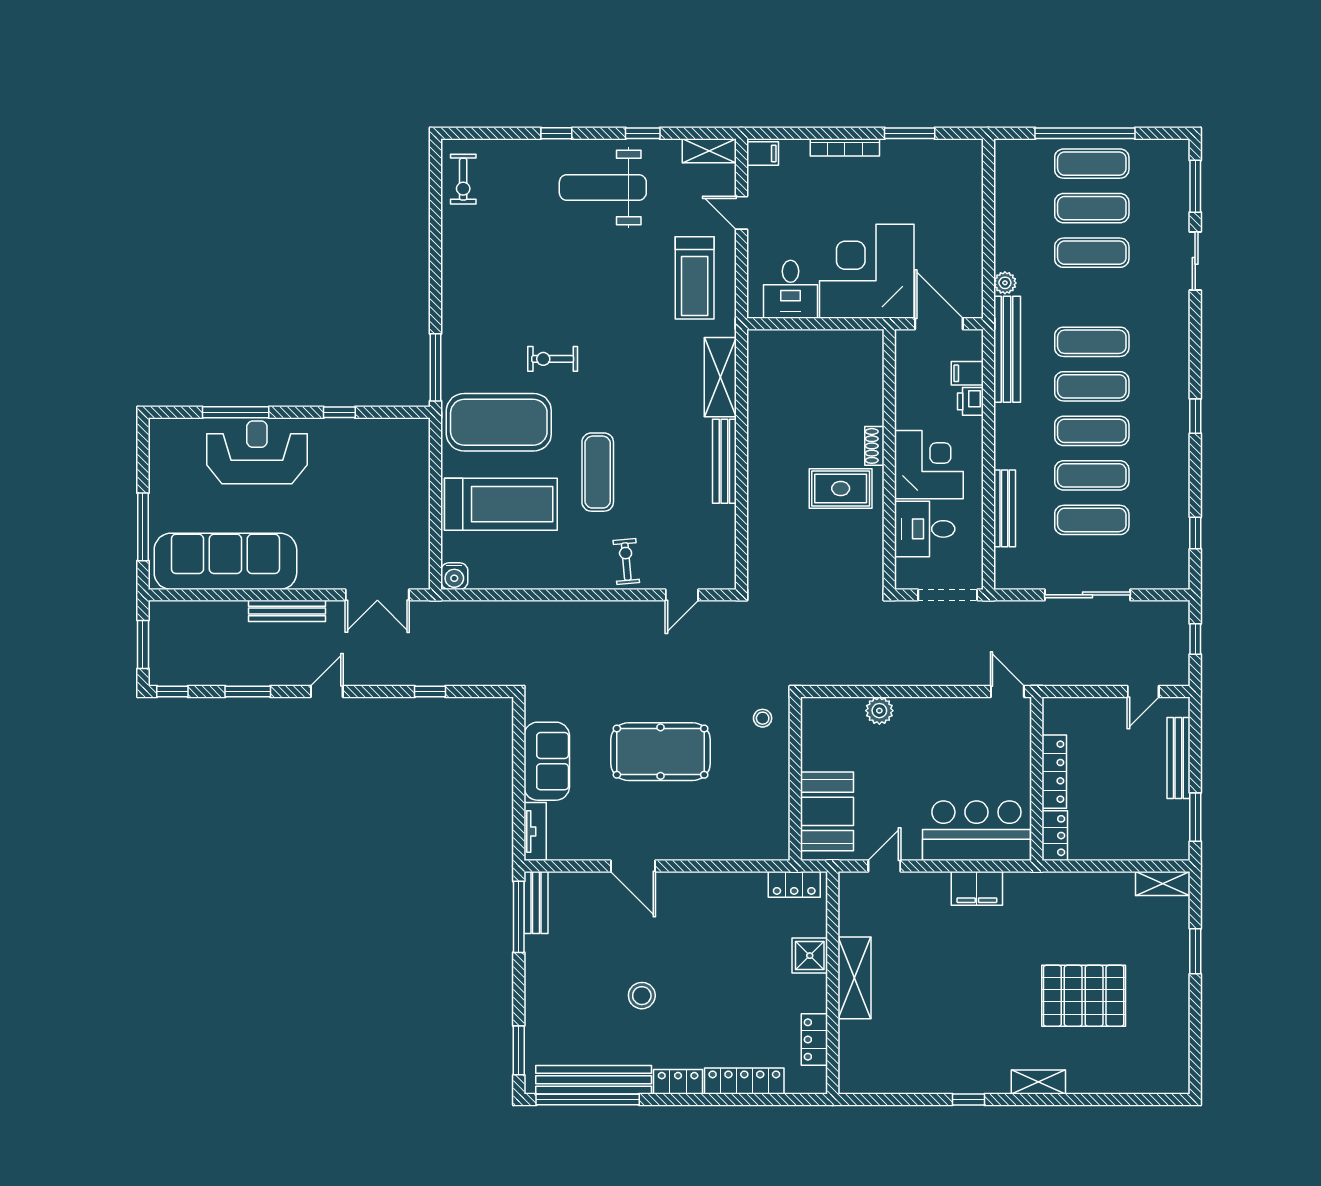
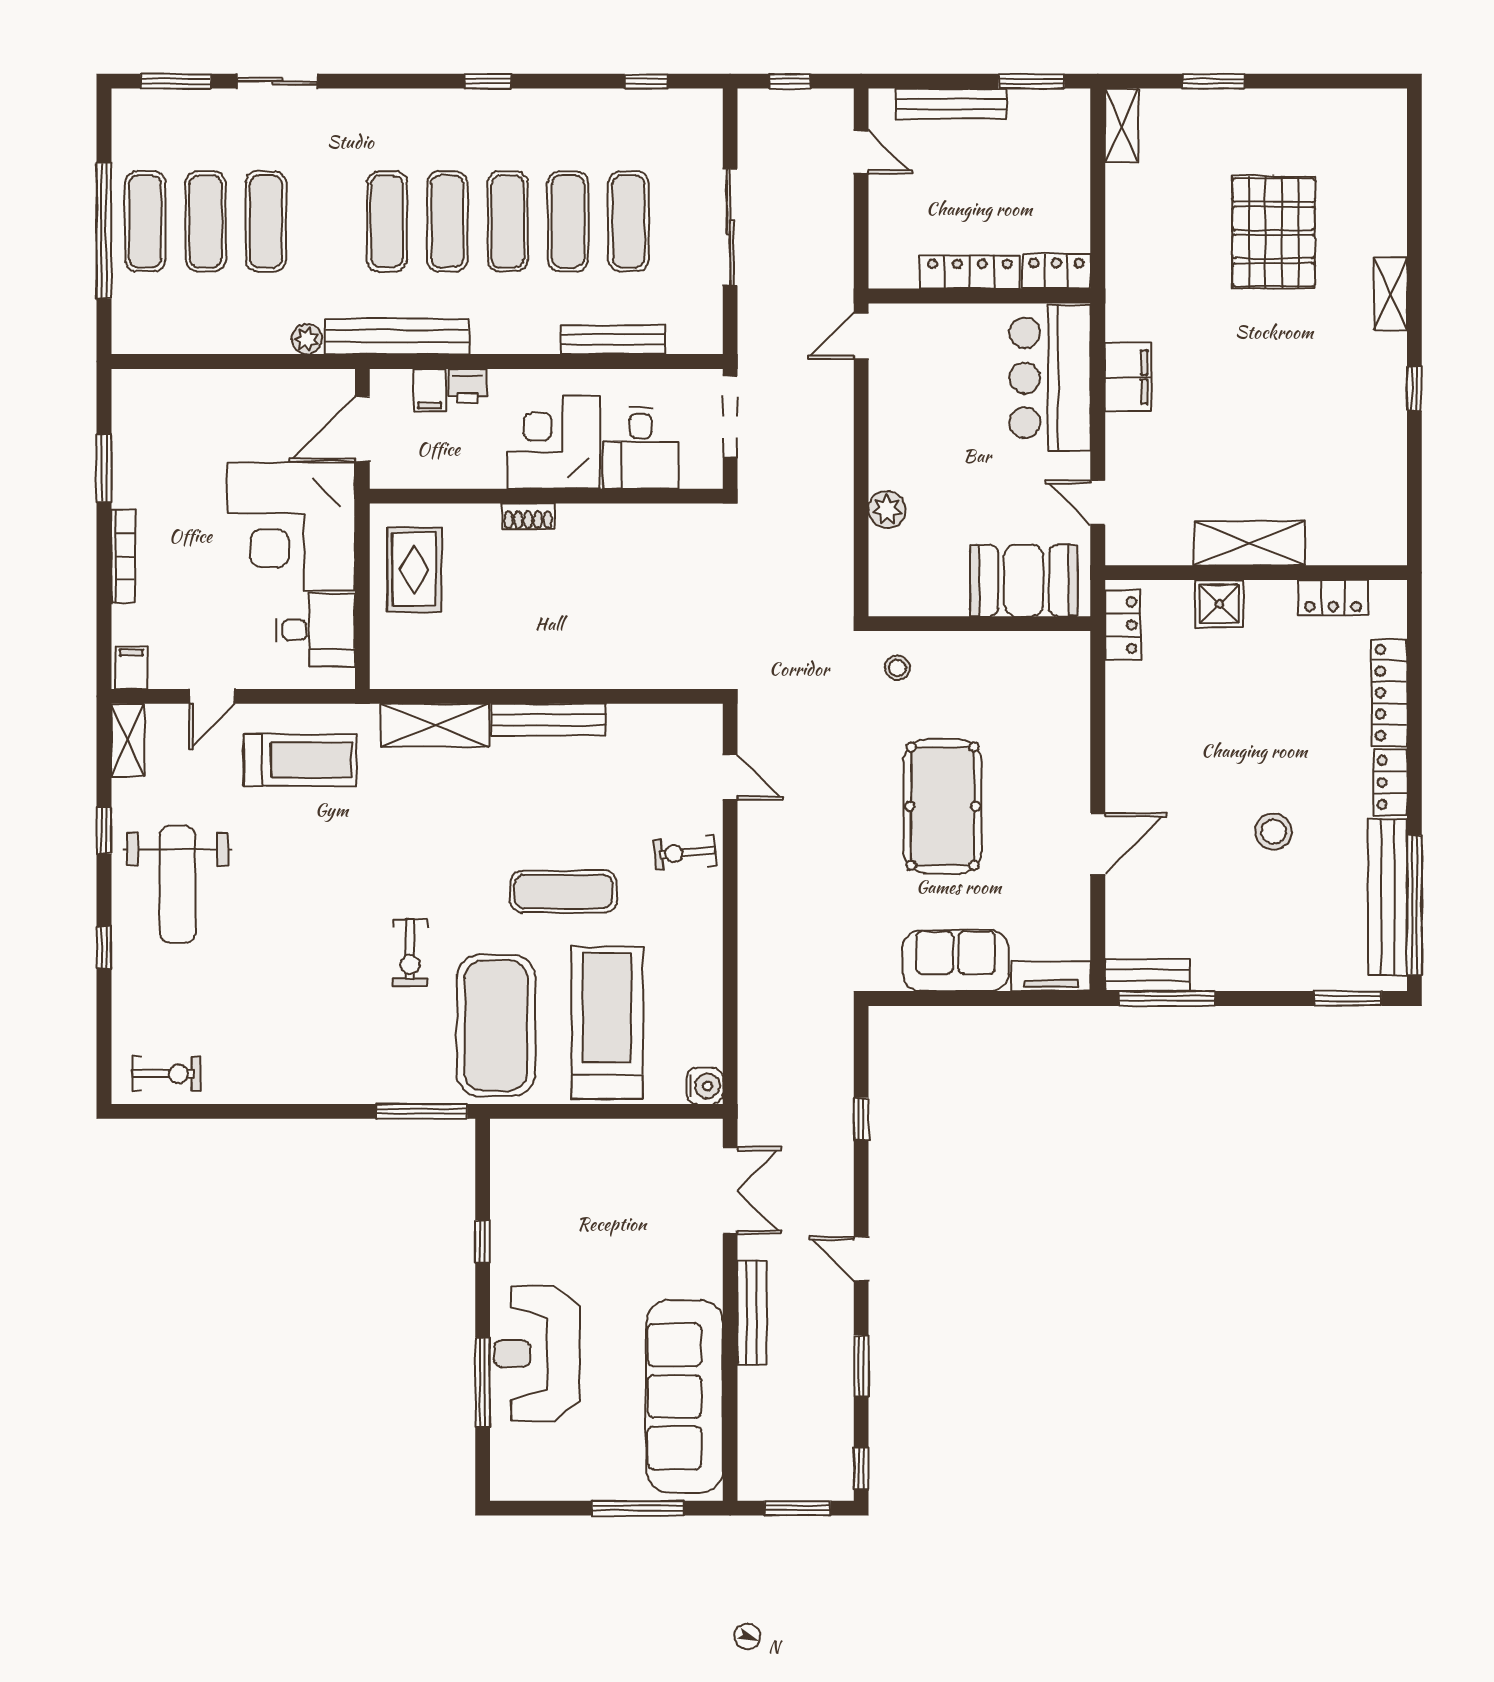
rug: (841, 488) -> (414, 569), moved

